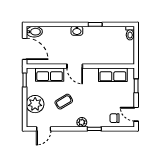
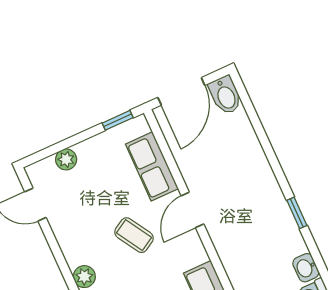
washbasin: (77, 31) -> (306, 268), moved
coffee table: (64, 102) -> (134, 235), moved
plant: (35, 104) -> (66, 159), width x0.53, depth x0.53

